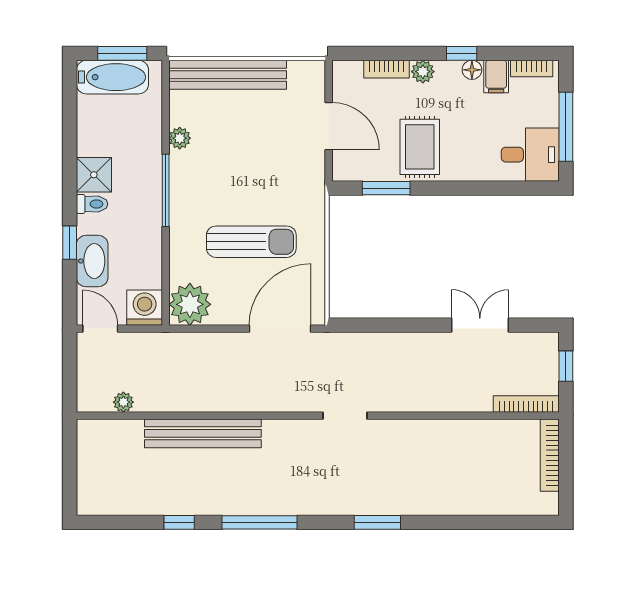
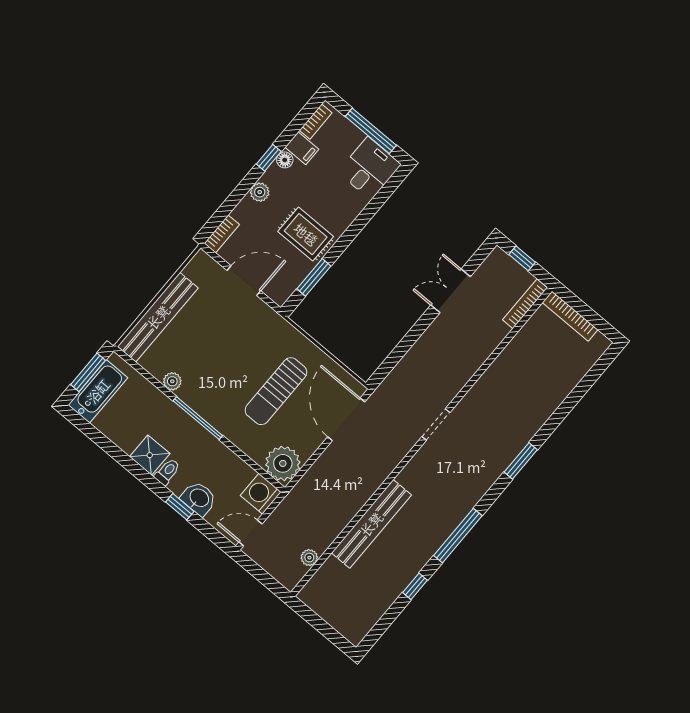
bookcase: (386, 69) -> (222, 234), moved
sun lounger: (251, 242) -> (276, 391), turned 180
washbasin: (92, 261) -> (199, 498), width x0.72

